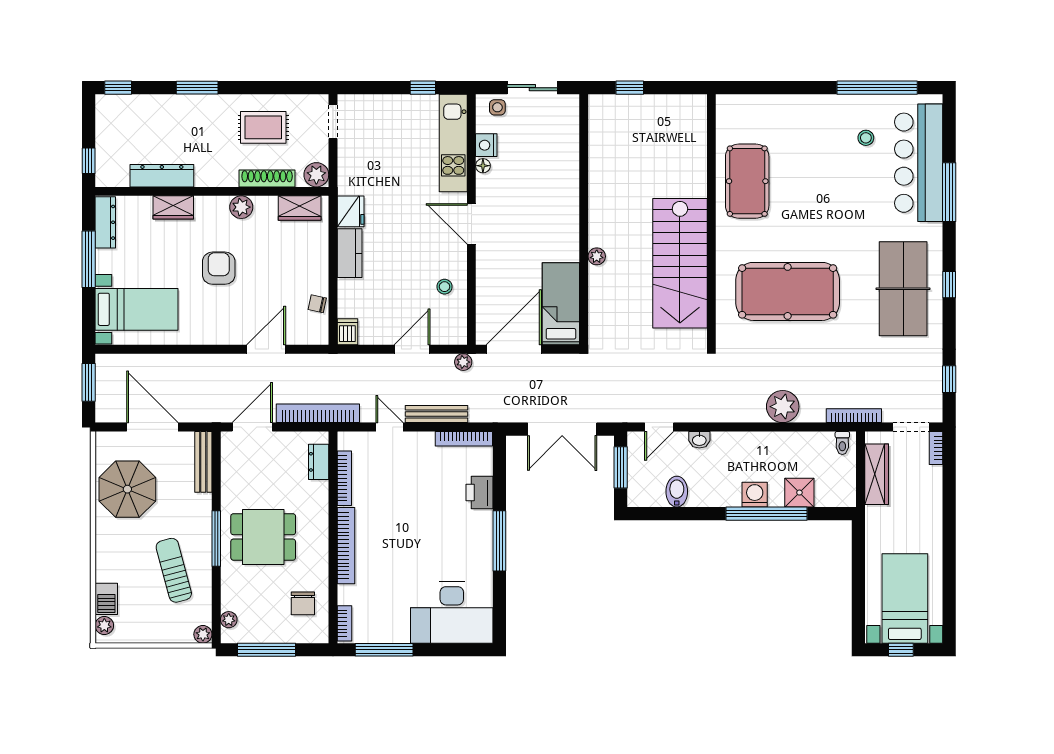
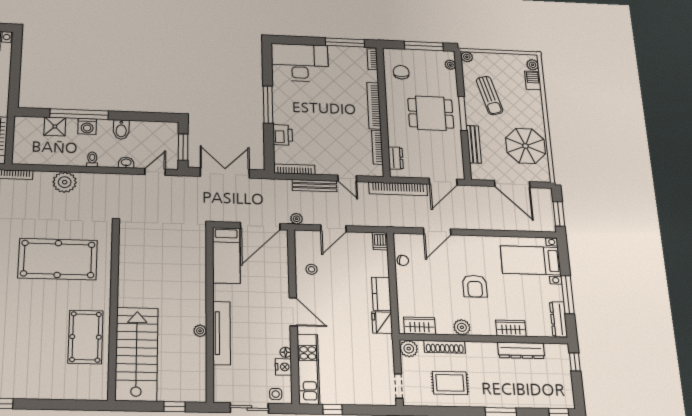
tv unit: (568, 191) -> (222, 333), added
plant: (597, 256) -> (200, 331), moved
stairs: (680, 263) -> (137, 354), moved
toilet: (842, 443) -> (92, 159), moved
bench: (203, 462) -> (474, 144), moved
bidet: (677, 492) -> (121, 130), moved

